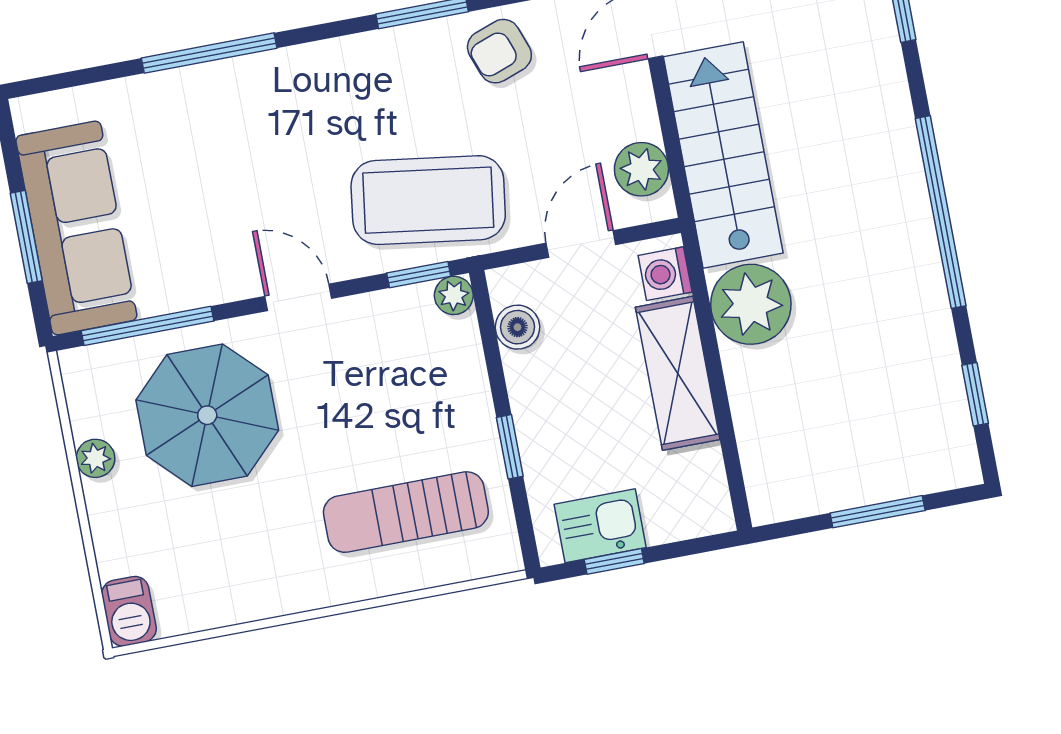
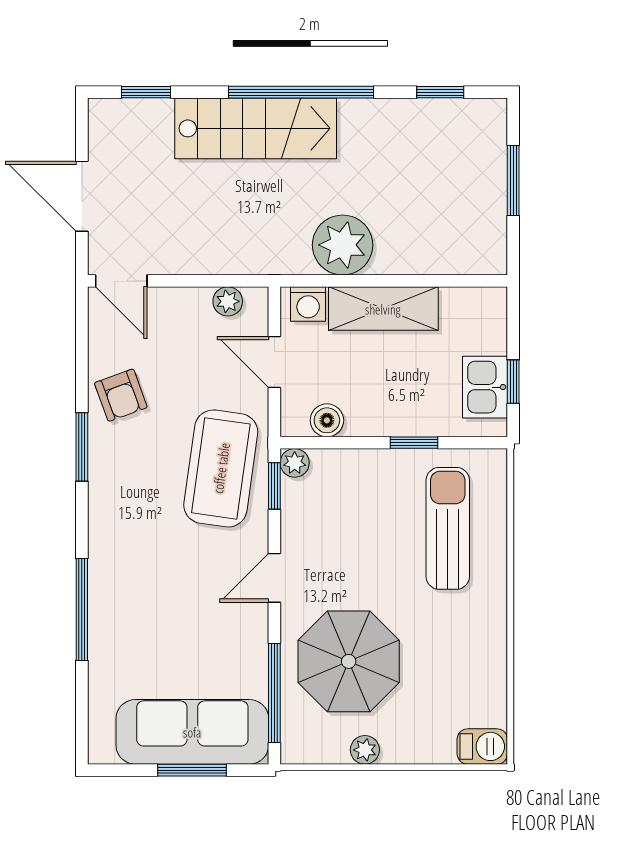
stairs: (723, 155) -> (256, 128), moved, turned 180
plant: (641, 169) -> (228, 301), width x0.73, depth x0.73
sun lounger: (406, 512) -> (448, 528), turned 180

